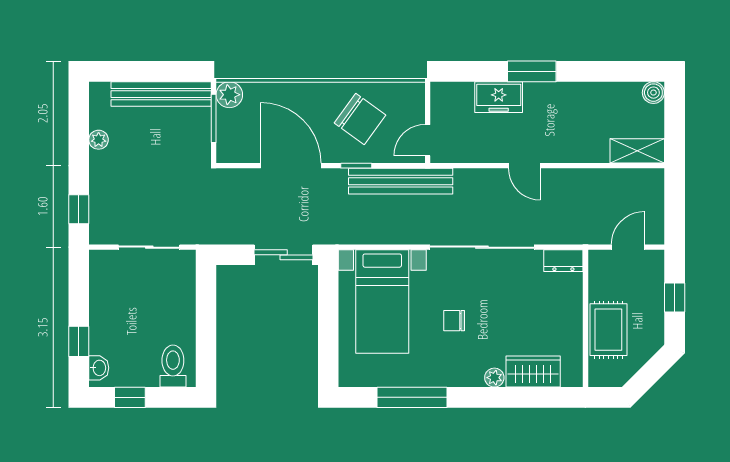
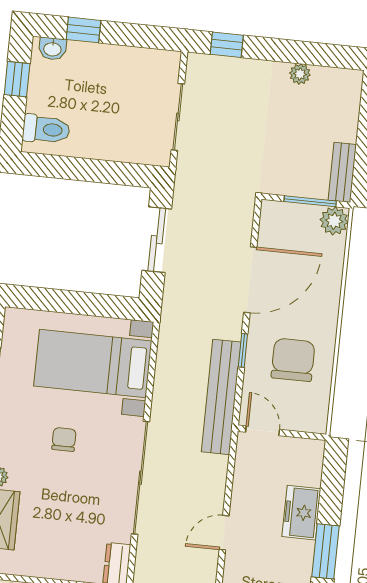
bench: (161, 94) -> (342, 172), width x0.54, depth x0.82
chair: (360, 119) -> (293, 360), turned 144
sliding door: (284, 255) -> (157, 240), moved

